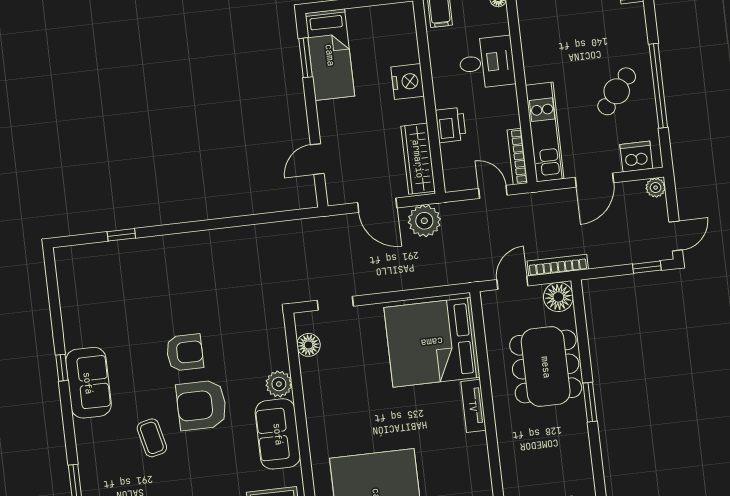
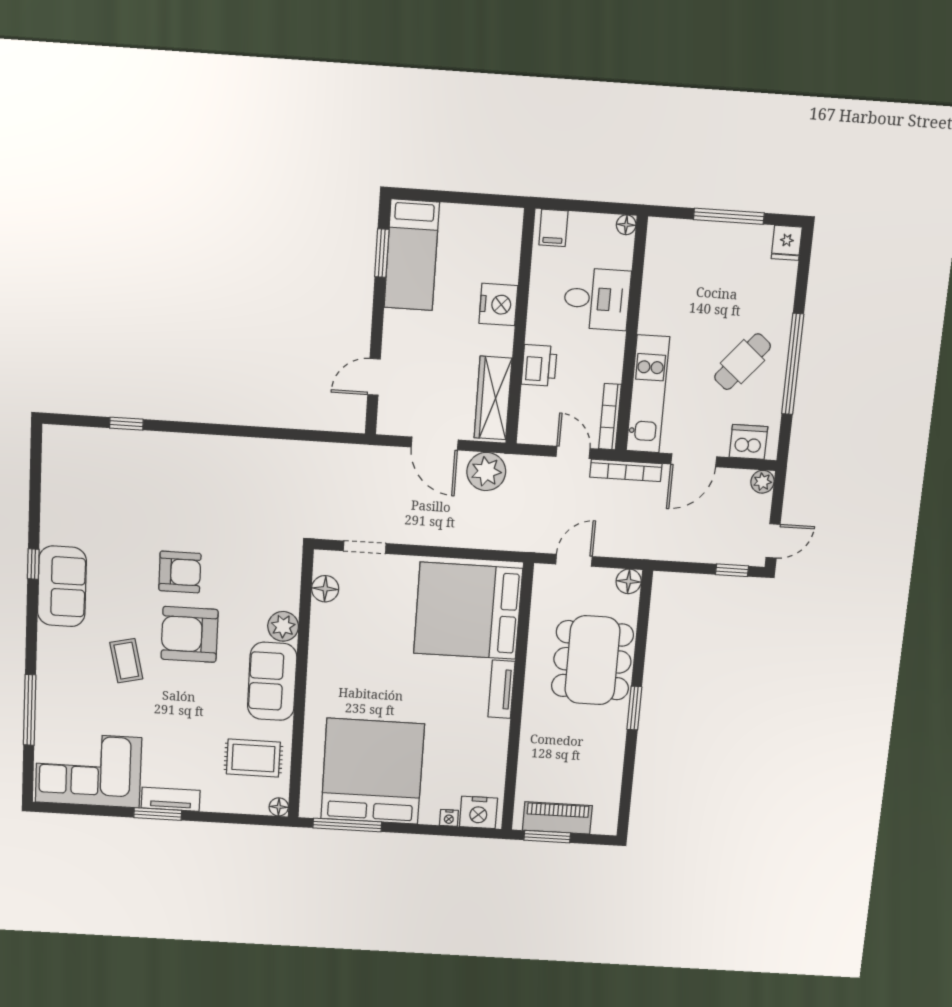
bookcase: (558, 265) -> (626, 470), moved, turned 180
floor lamp: (558, 297) -> (629, 581), width x0.73, depth x0.73

